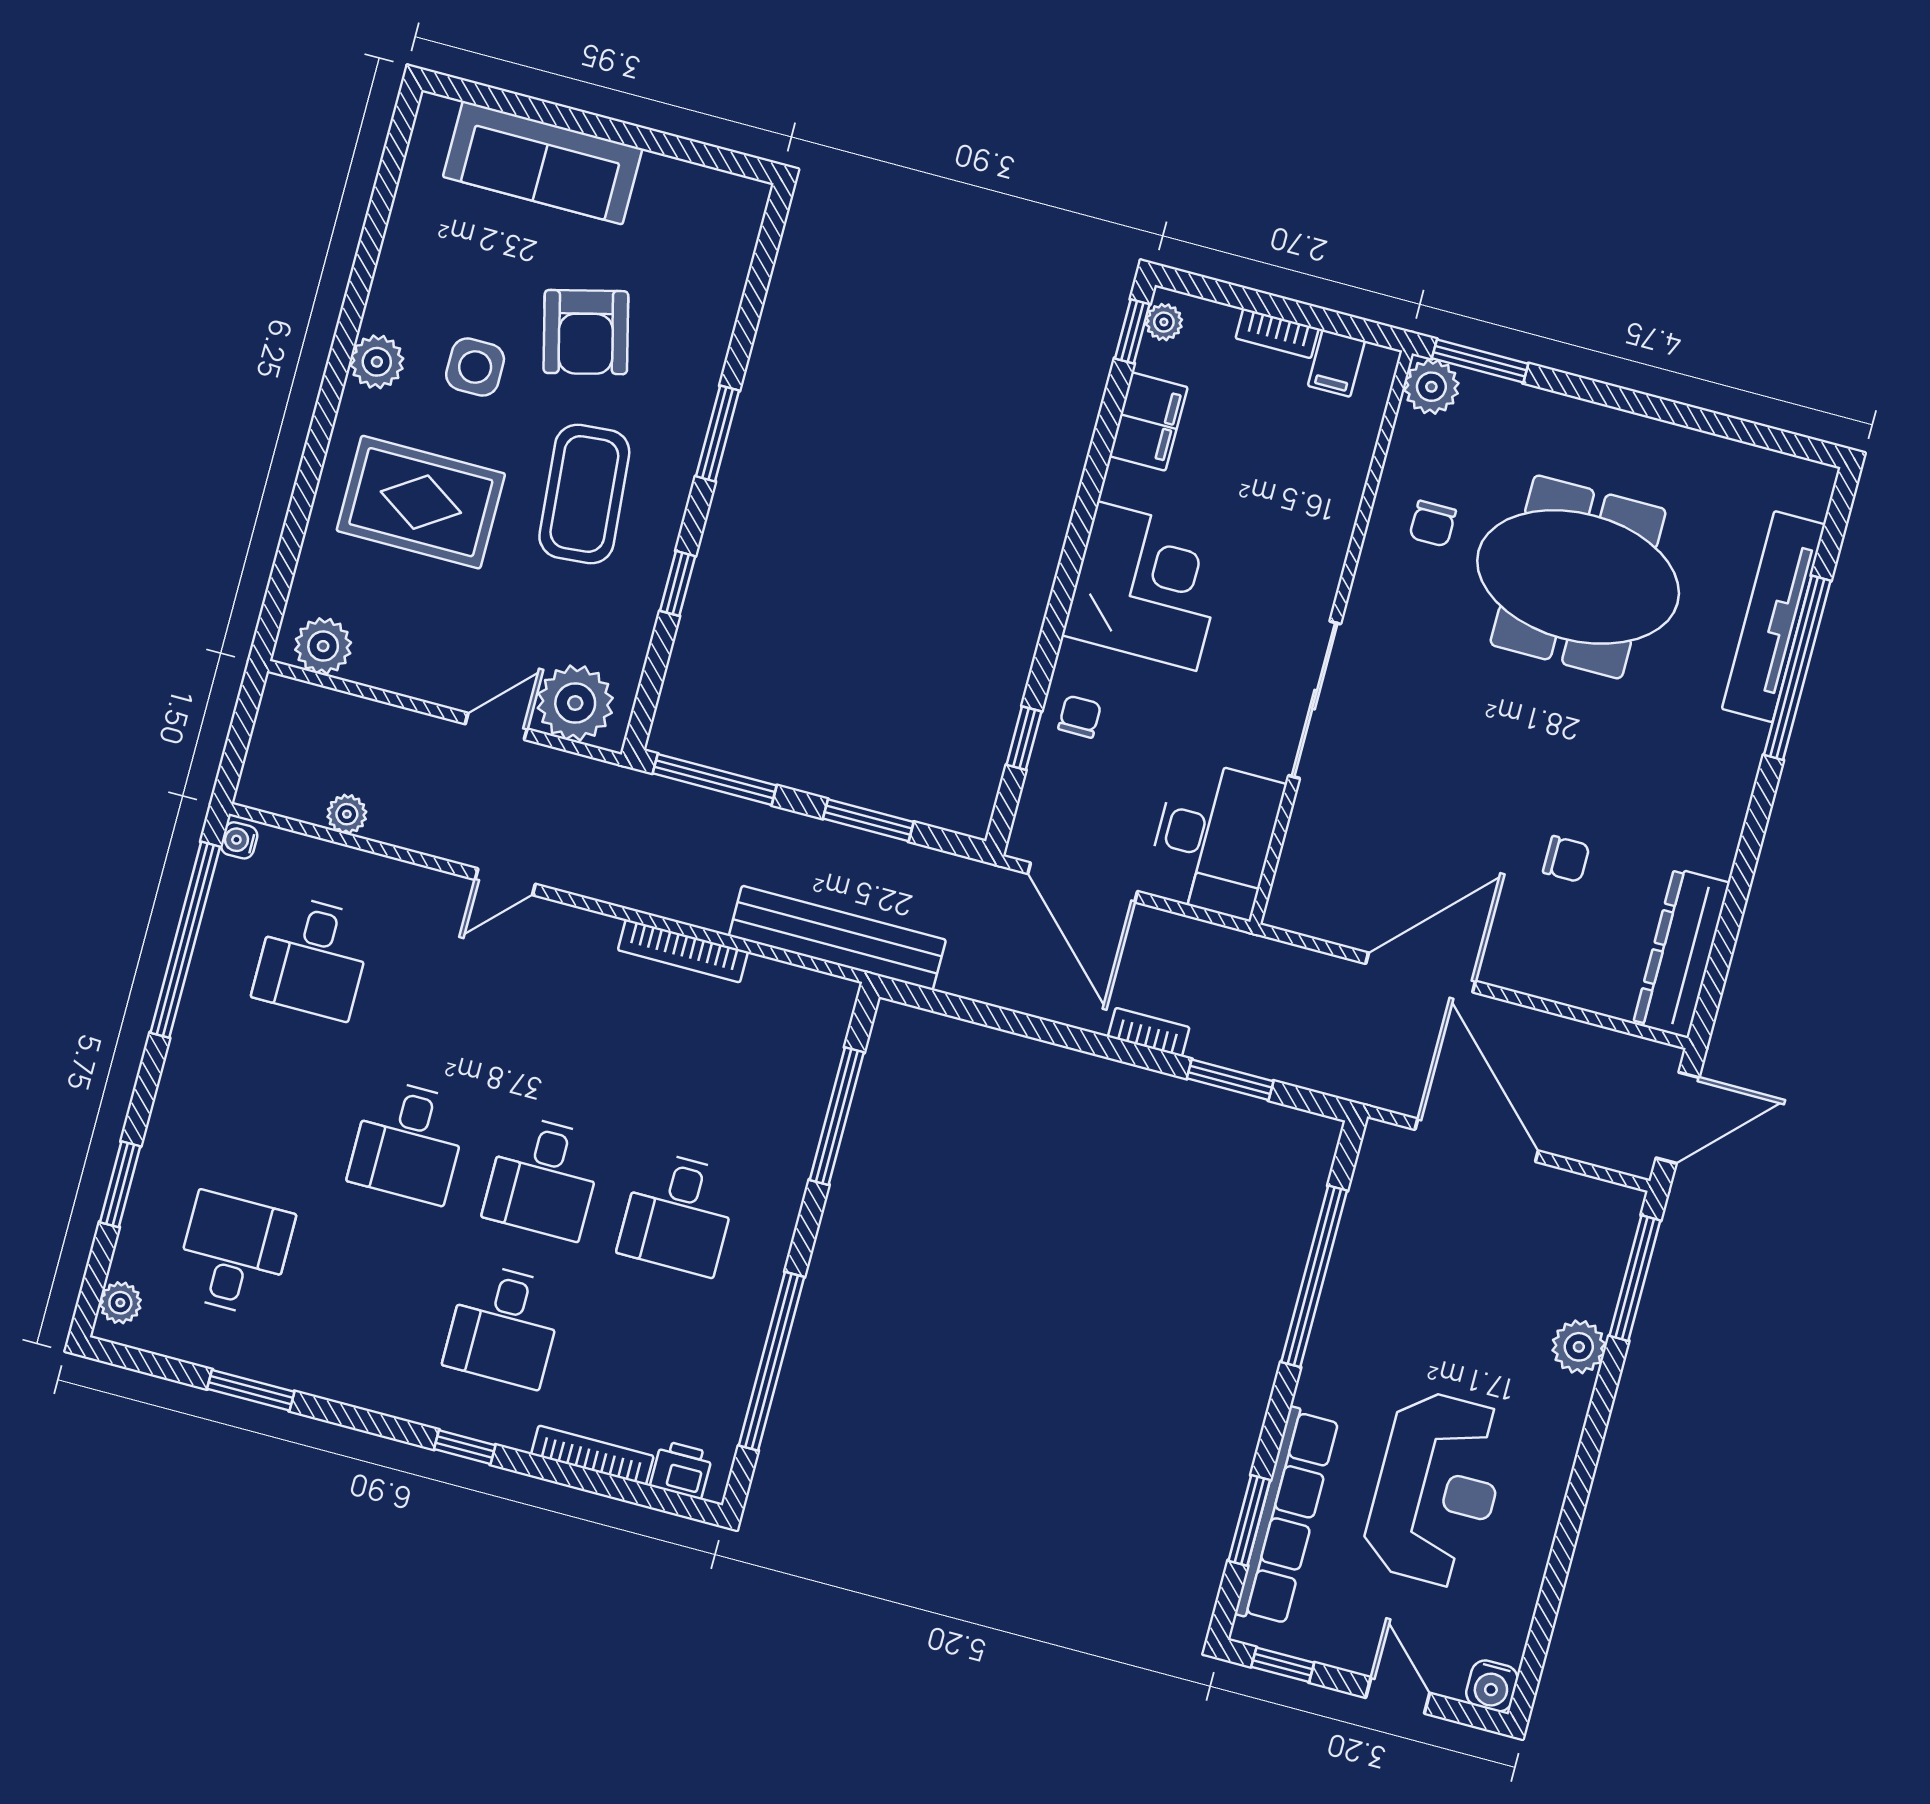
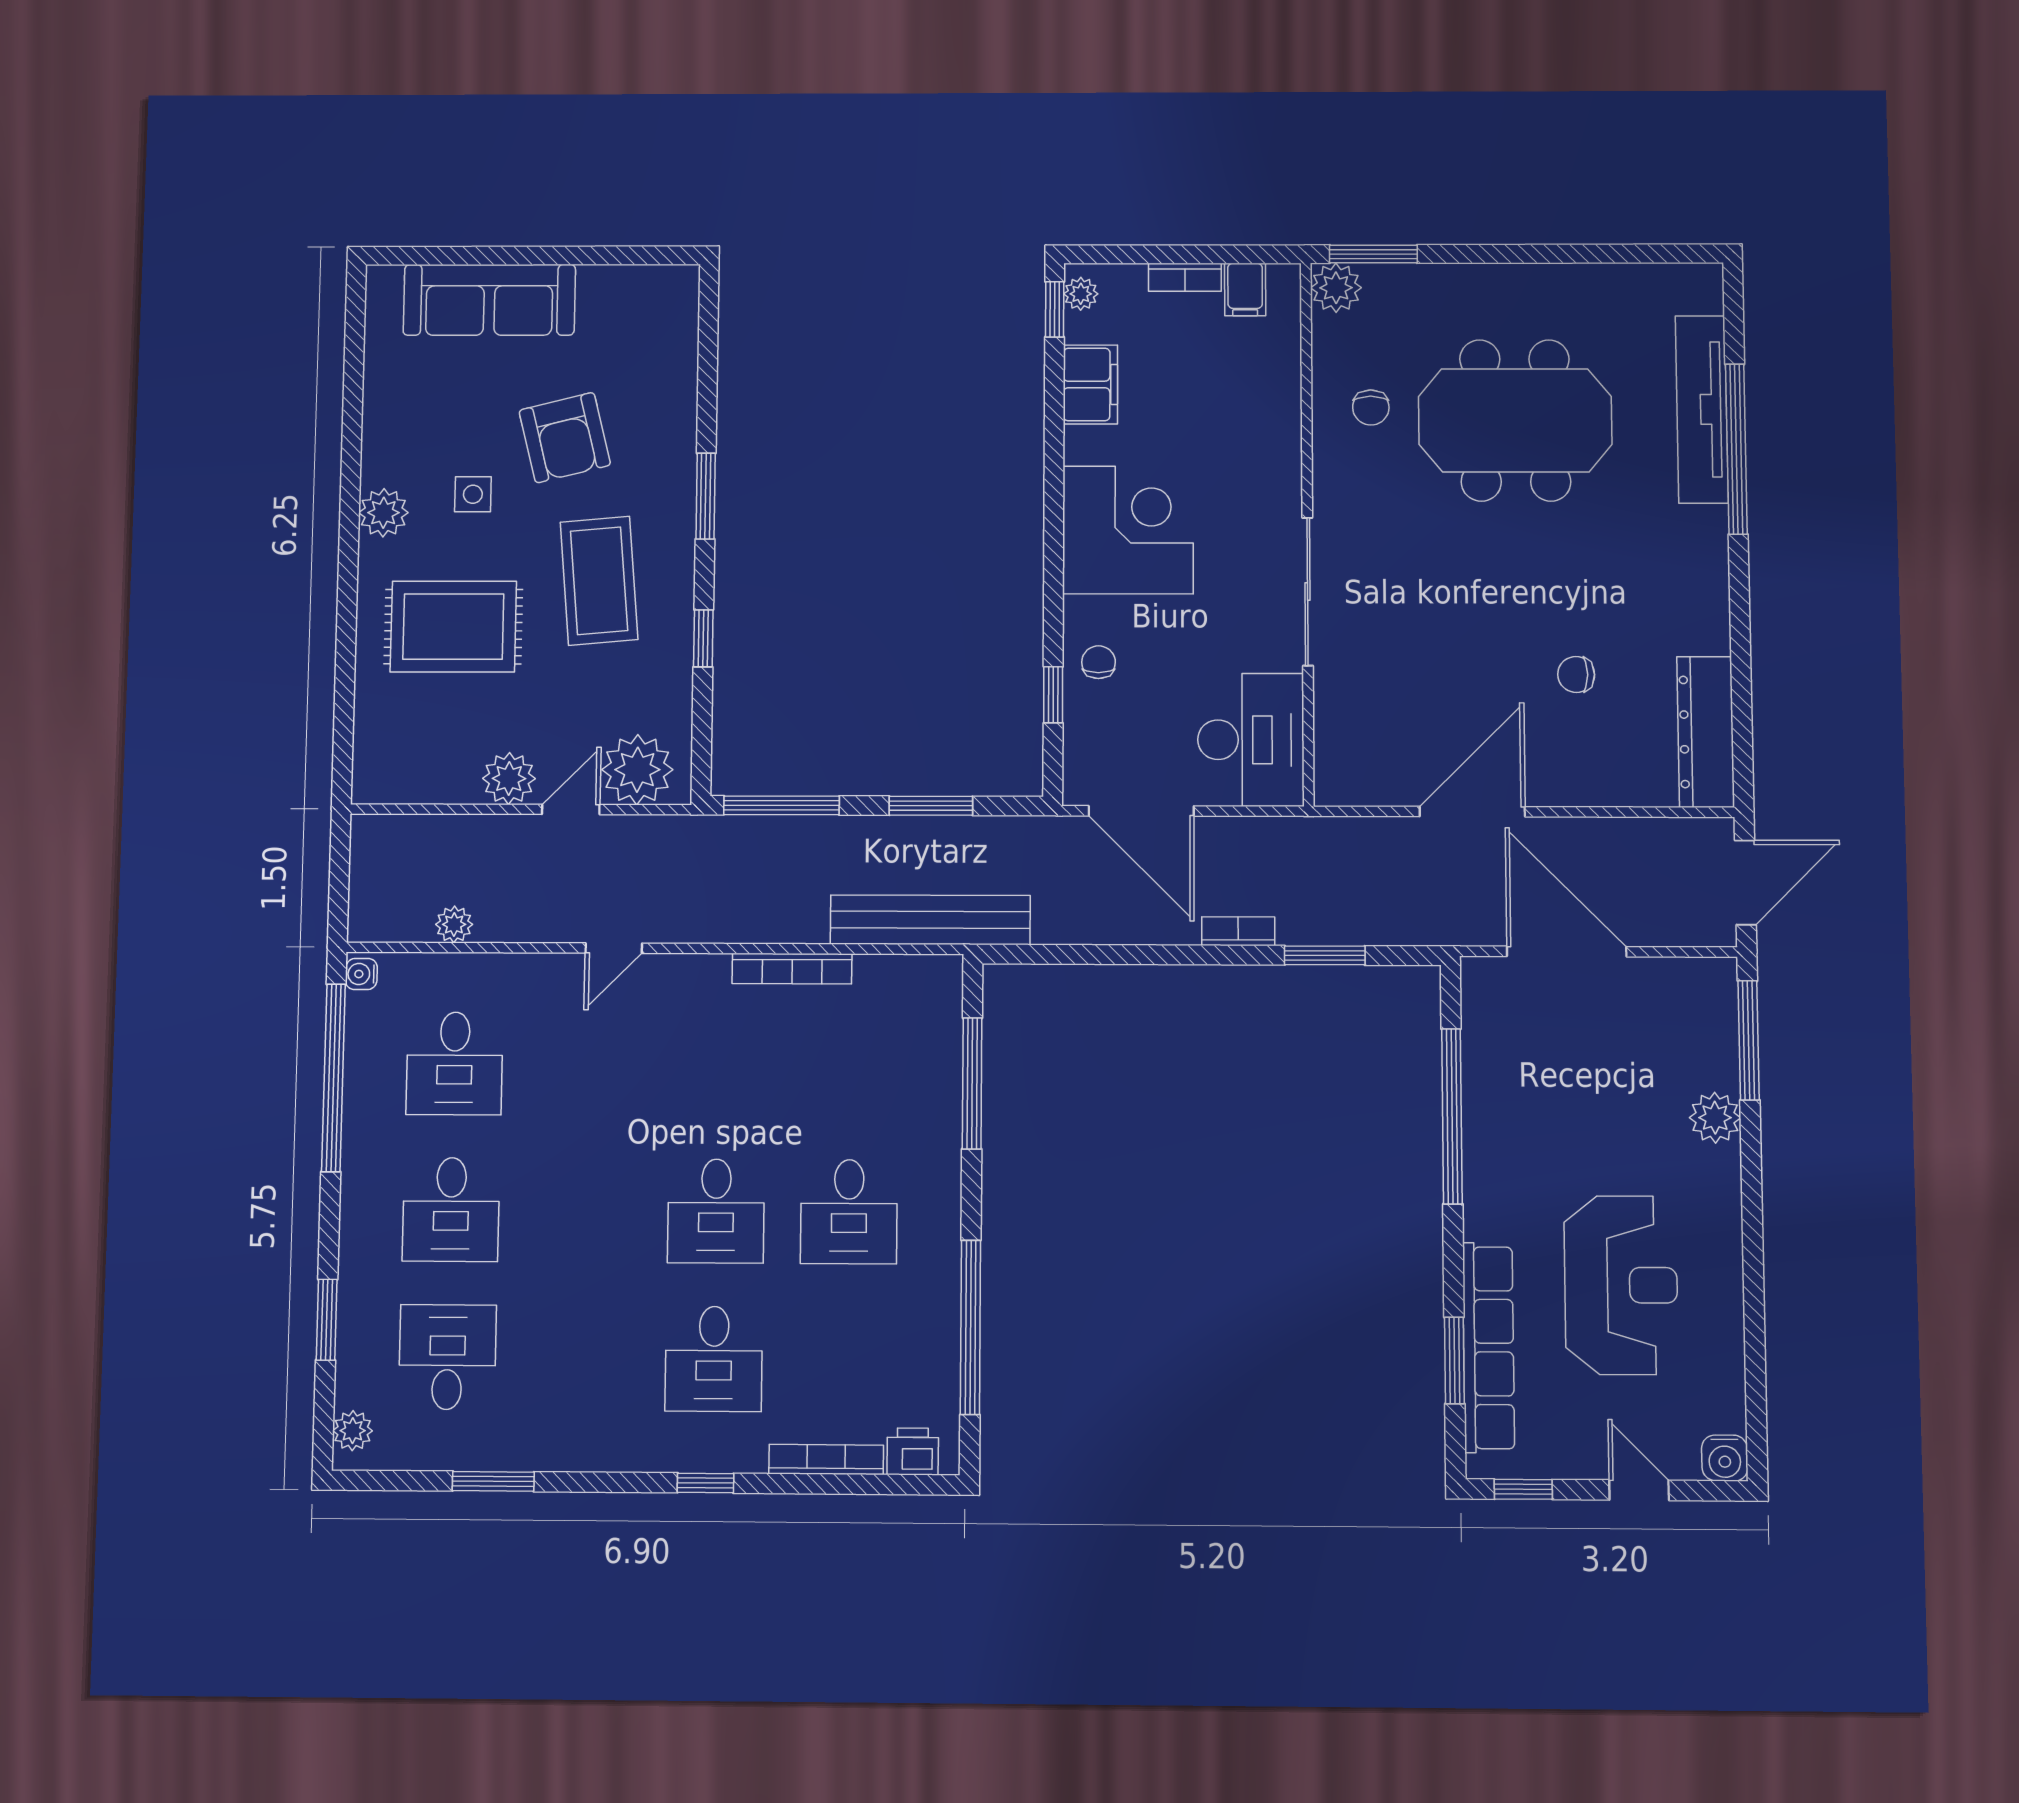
side table: (475, 367) -> (473, 494), width x0.73, depth x0.73
plant: (323, 646) -> (509, 778), moved
chair: (1566, 859) -> (1576, 674), turned 180
desk: (408, 1142) -> (451, 1209), moved

